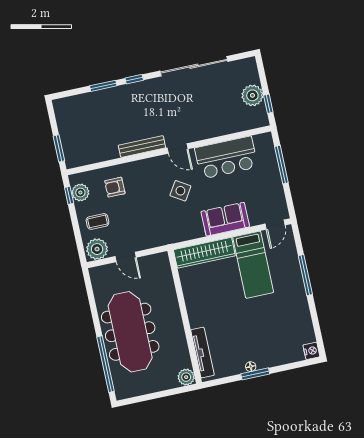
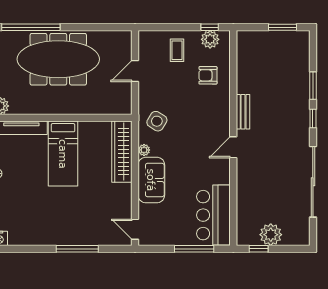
bench: (142, 146) -> (243, 112), width x0.73
window: (59, 148) -> (282, 27), moved
bar counter: (226, 158) -> (213, 215), moved
armchair: (115, 187) -> (208, 75), turned -90
side table: (180, 191) -> (157, 121), moved
plant: (97, 249) -> (144, 150), moved, width x0.53, depth x0.53
bed: (253, 265) -> (63, 154), moved, turned -90

